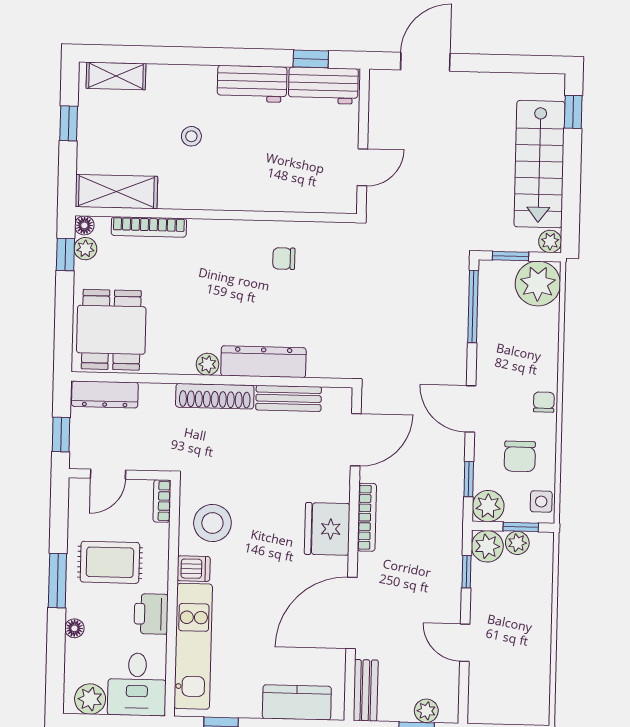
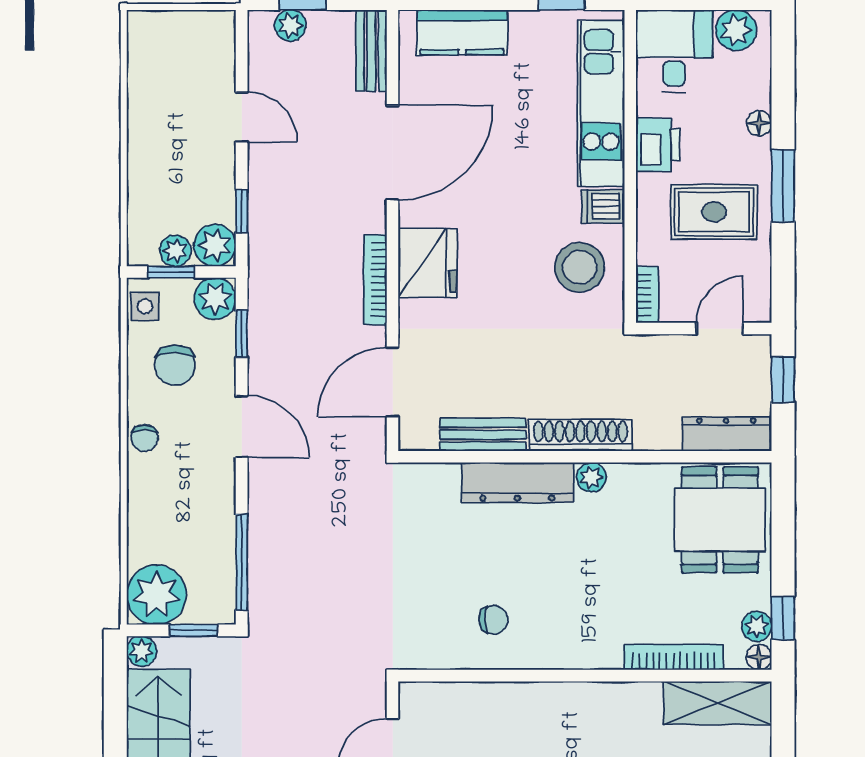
chair: (520, 456) -> (175, 365), turned 180

